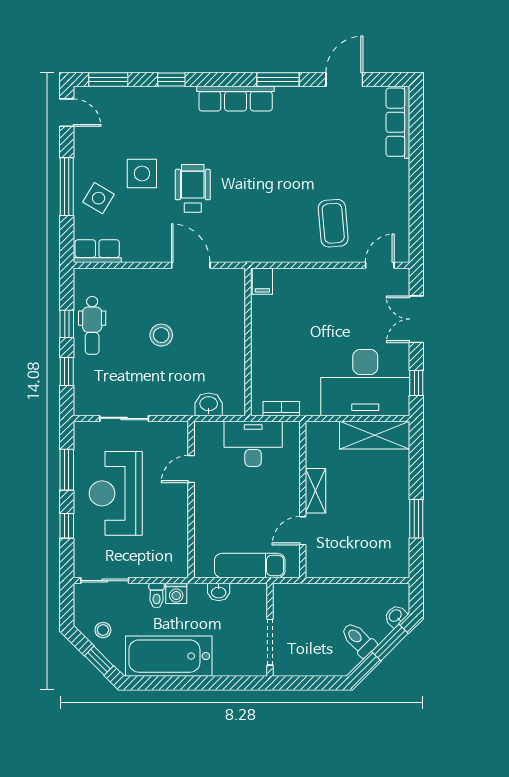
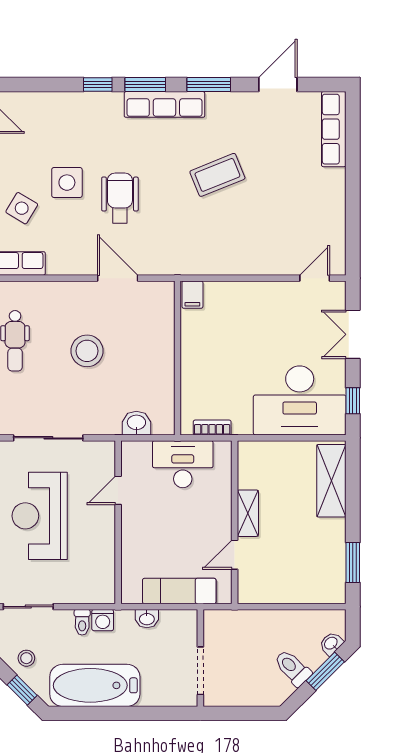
window: (108, 79) -> (145, 85), moved
coffee table: (333, 223) -> (217, 175), moved, turned 73
stool: (161, 335) -> (87, 351), width x1.38, depth x1.38
sliding door: (124, 418) -> (48, 438), width x1.37
shelving: (375, 435) -> (331, 481), moved, turned 90
window: (416, 519) -> (353, 563), moved

